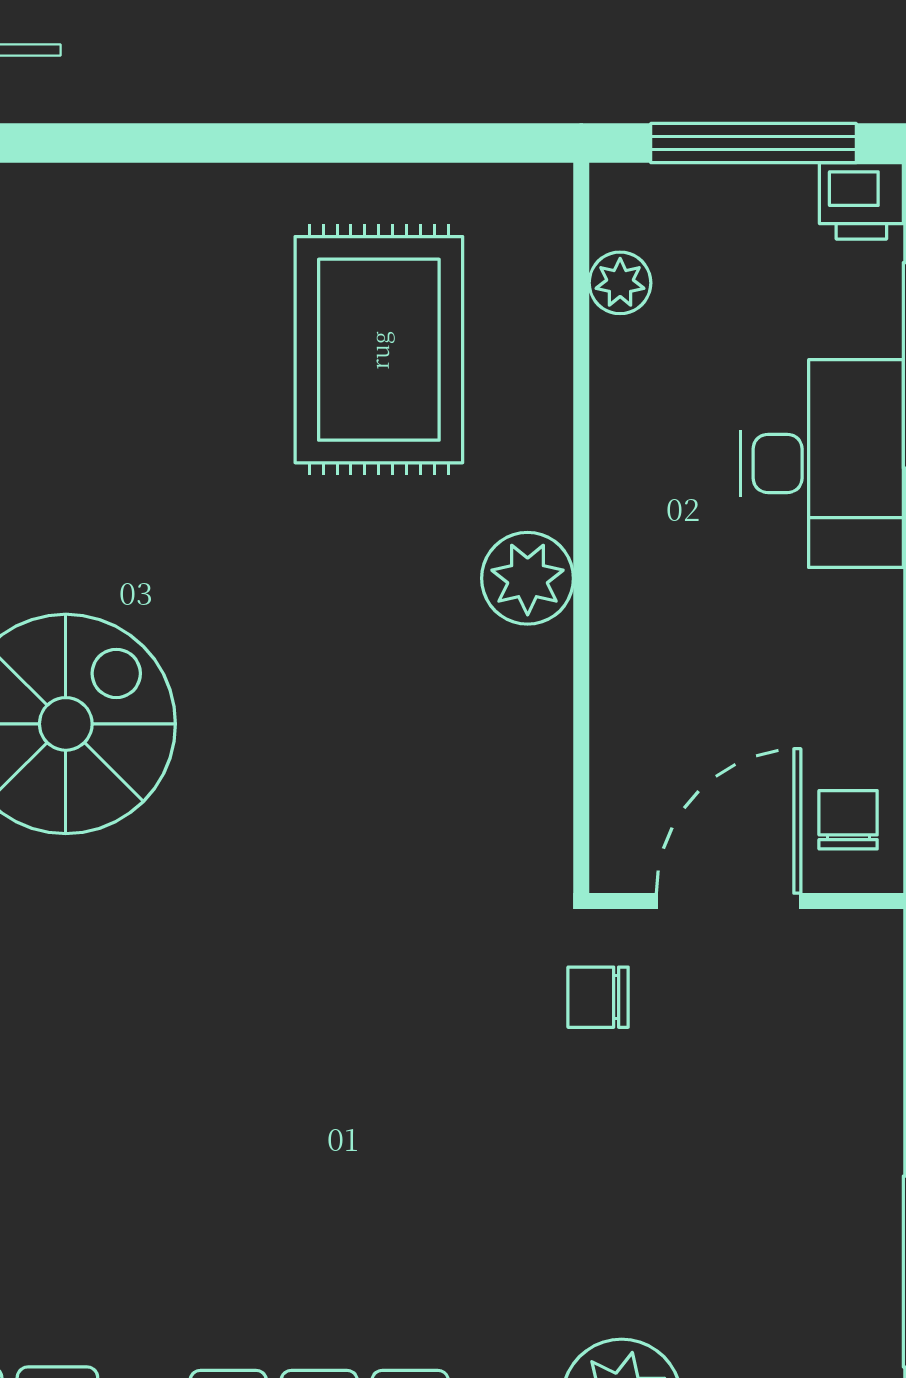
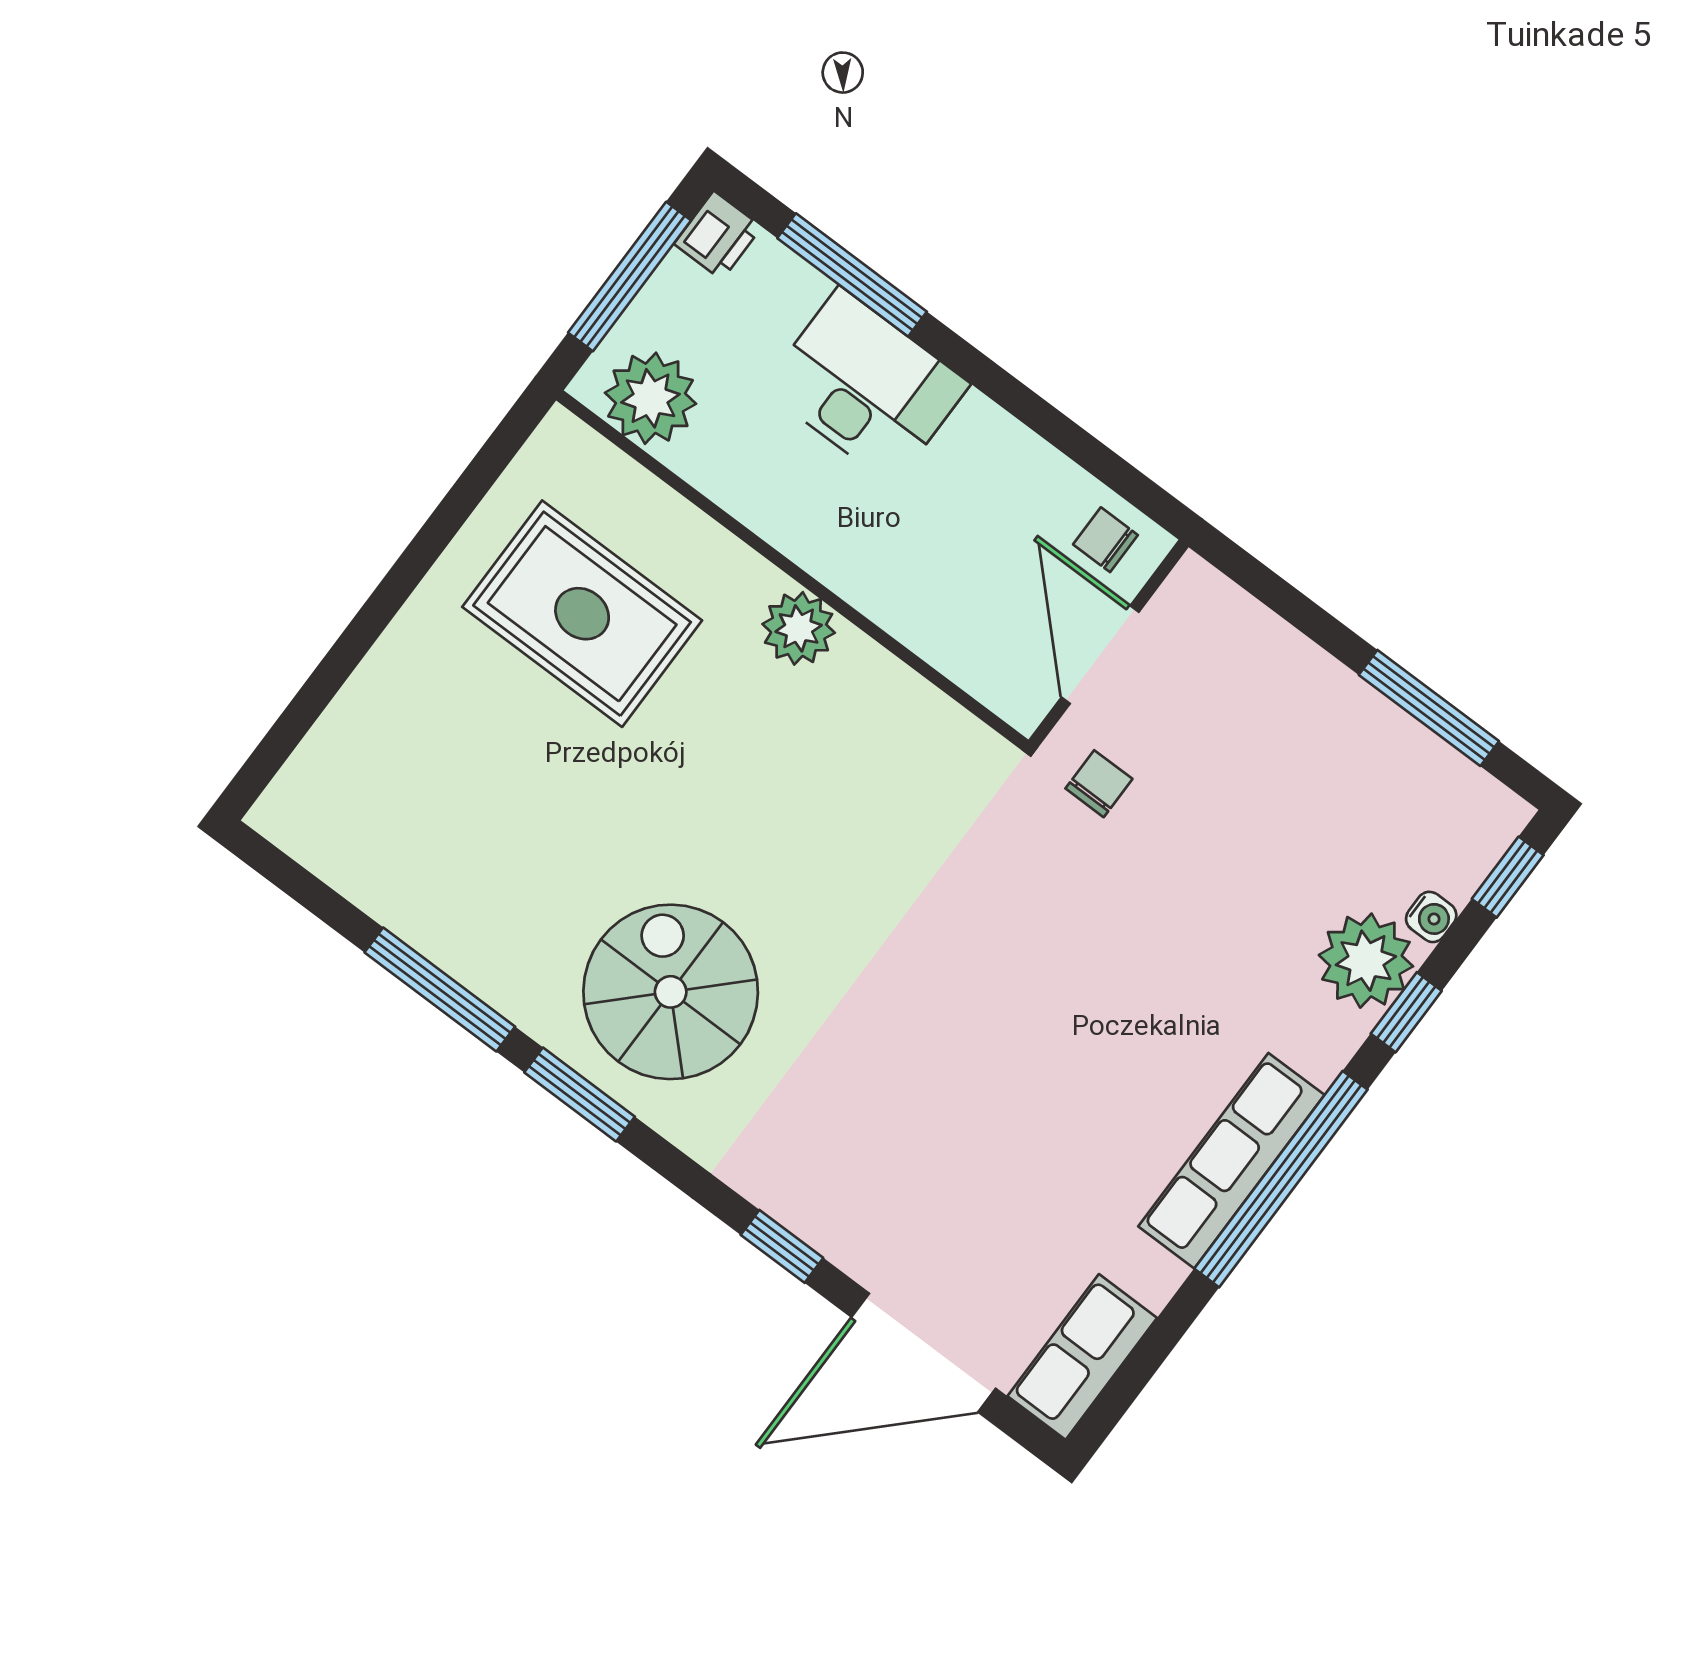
plant: (620, 283) -> (651, 398), width x1.88, depth x1.88
chair: (598, 997) -> (1099, 784), turned 180

